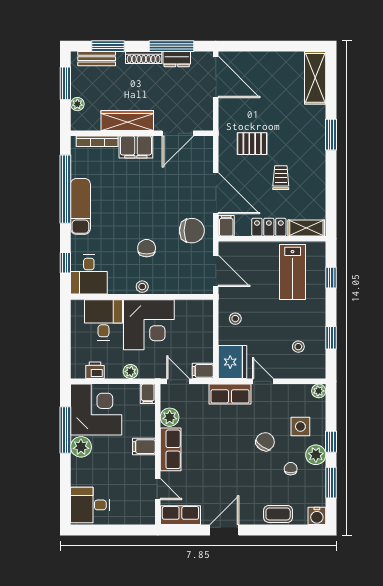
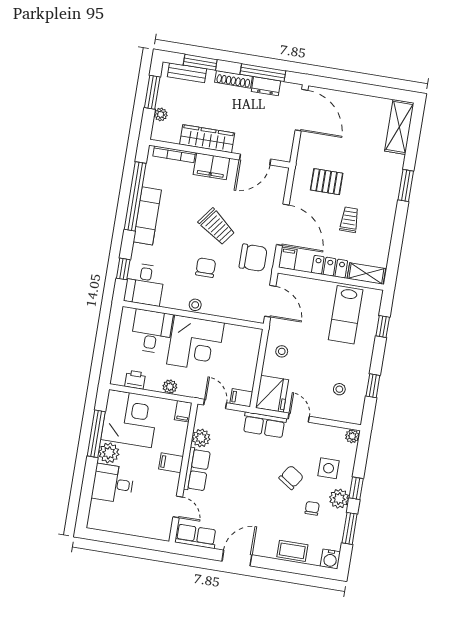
trolley: (151, 206) -> (217, 227), added
desk: (90, 505) -> (113, 484), moved

